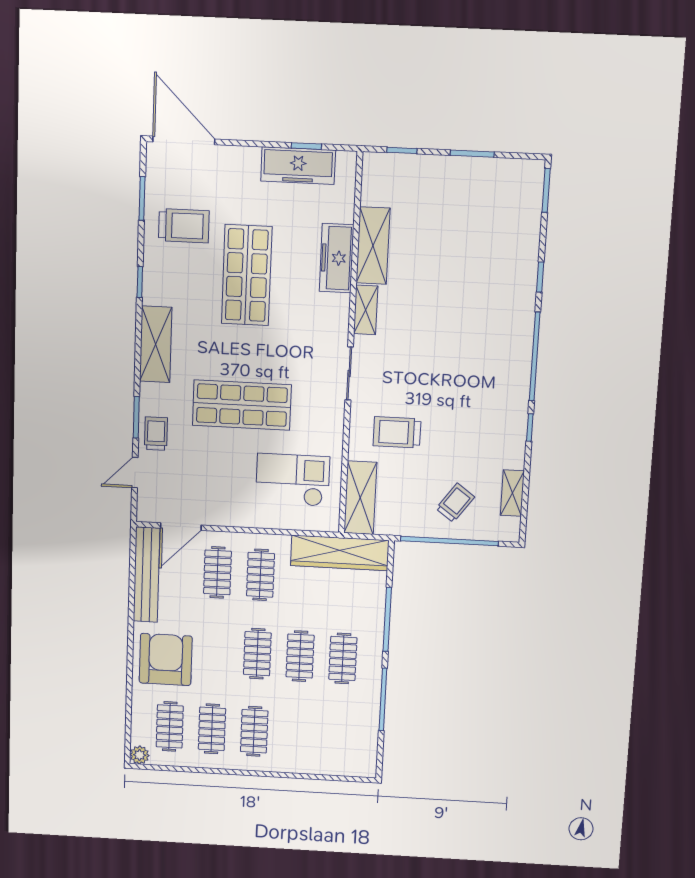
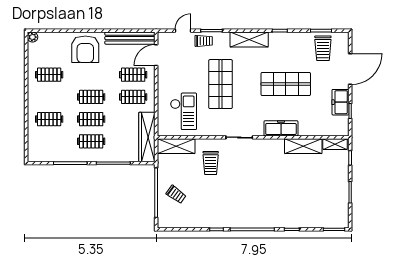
door: (184, 140) -> (350, 69), moved
freezer: (298, 166) -> (340, 102), width x0.71
trolley: (184, 226) -> (323, 48), moved
freezer: (337, 258) -> (281, 128), moved
shelving: (366, 310) -> (335, 144), moved
trolley: (397, 432) -> (211, 163), turned 180
door: (135, 473) -> (183, 31), hinge flipped
shelving: (512, 493) -> (183, 223), removed
door: (181, 527) -> (156, 55), hinge flipped
armchair: (166, 659) -> (85, 49), turned 90
clothes rail: (170, 726) -> (49, 53), removed
clothes rail: (254, 731) -> (49, 119), moved

